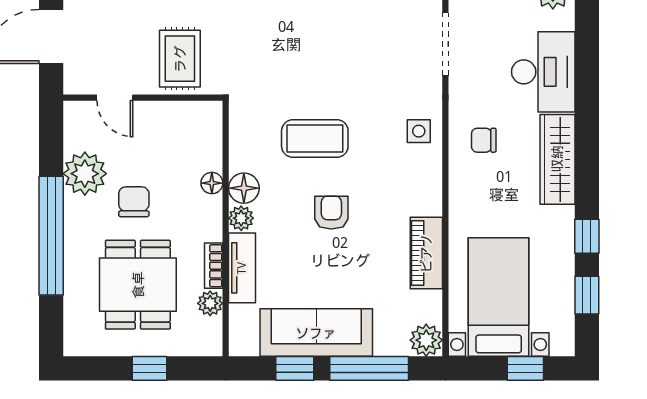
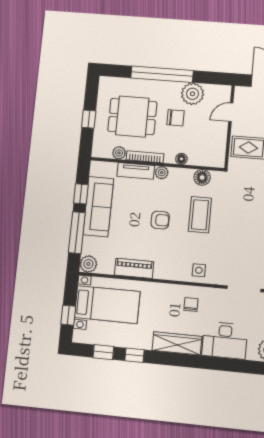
floor lamp: (244, 188) -> (202, 177), moved
bookcase: (214, 266) -> (145, 157), width x1.56

